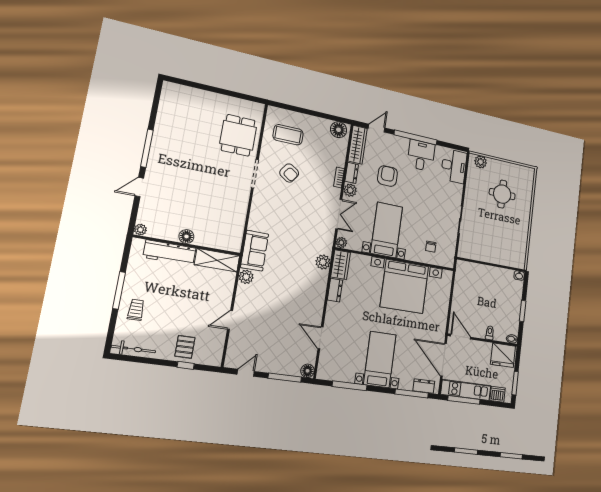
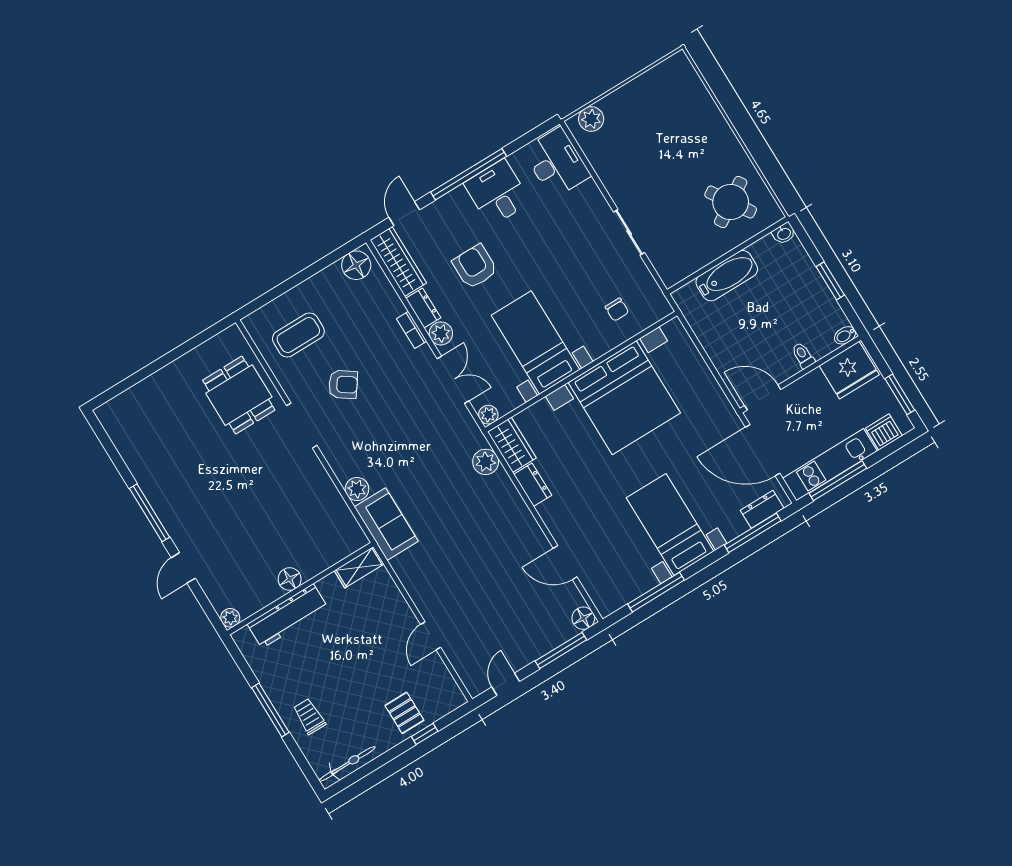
round table: (502, 194) -> (731, 202), moved, turned -33
shelving: (217, 260) -> (359, 567), width x0.67, depth x0.75
bathtub: (485, 272) -> (727, 276), added
plant: (246, 277) -> (357, 489), moved

